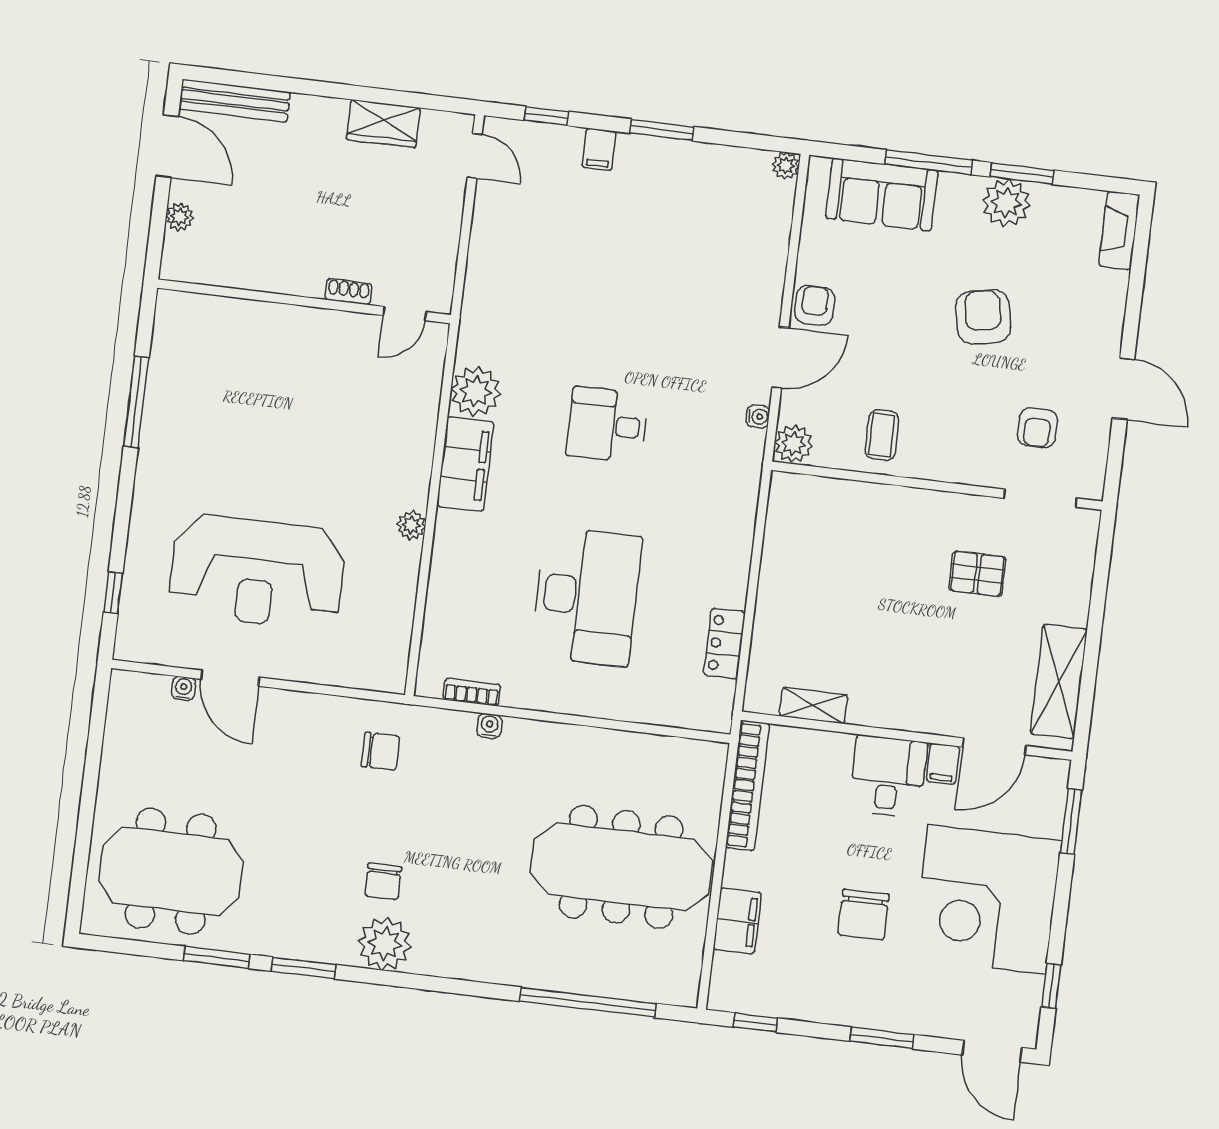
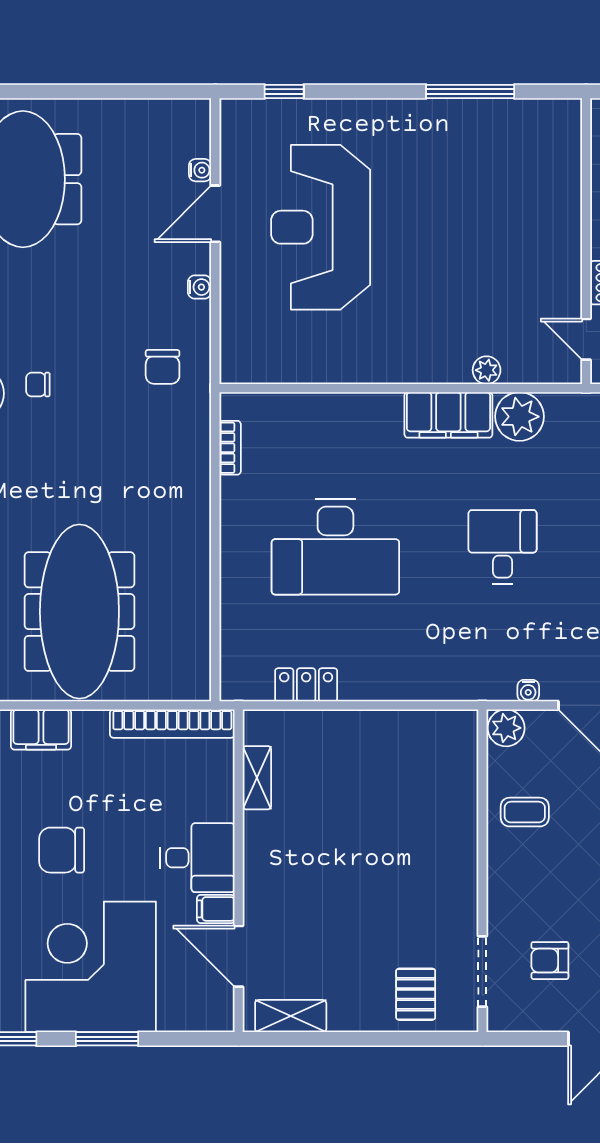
plant: (411, 525) -> (487, 370), moved
pallet: (977, 574) -> (416, 994), moved
shelving: (1059, 681) -> (291, 1016), width x0.67, depth x0.75
water cooler: (489, 726) -> (200, 287), moved
window: (1071, 821) -> (107, 1039), moved
chair: (383, 881) -> (38, 385), width x0.73, depth x0.73

